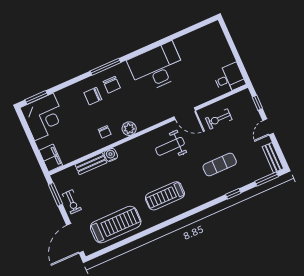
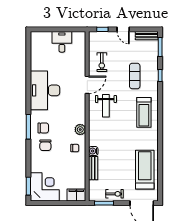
desk: (229, 78) -> (62, 42), moved
treadmill: (165, 196) -> (144, 112), moved

